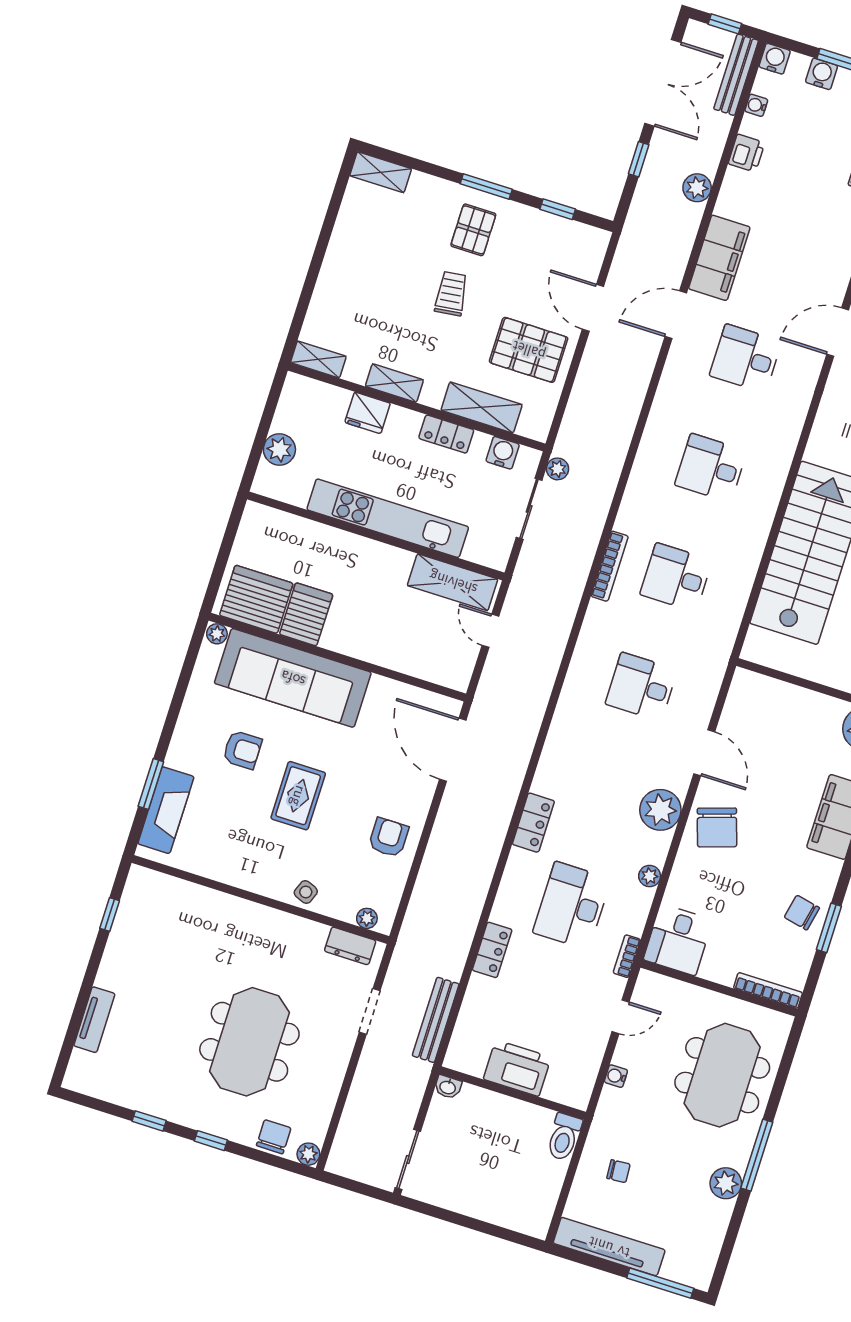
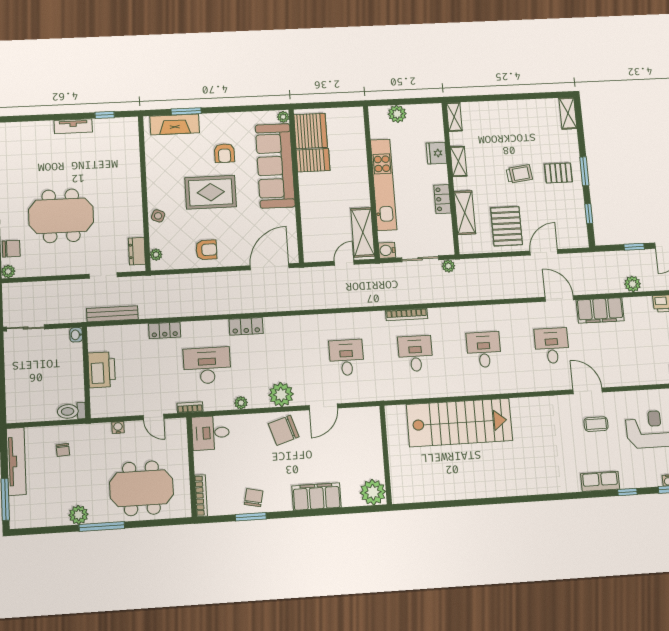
water cooler: (503, 453) -> (387, 250), moved, turned 180
rug: (298, 796) -> (211, 192), width x1.36, depth x1.43
tv unit: (94, 1020) -> (73, 126), moved

